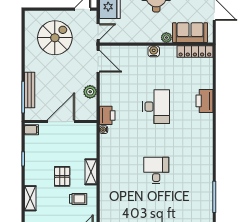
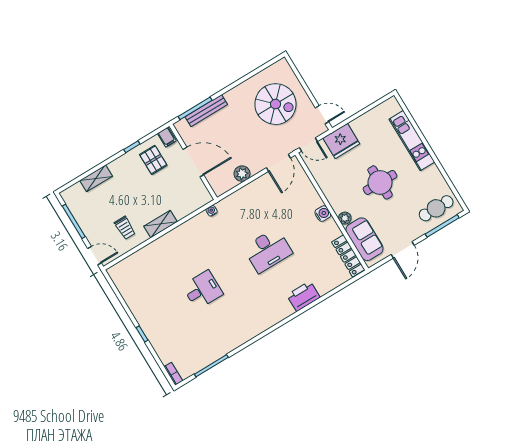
printer: (107, 115) -> (228, 206), removed
pallet: (62, 176) -> (153, 160), moved, turned 90

